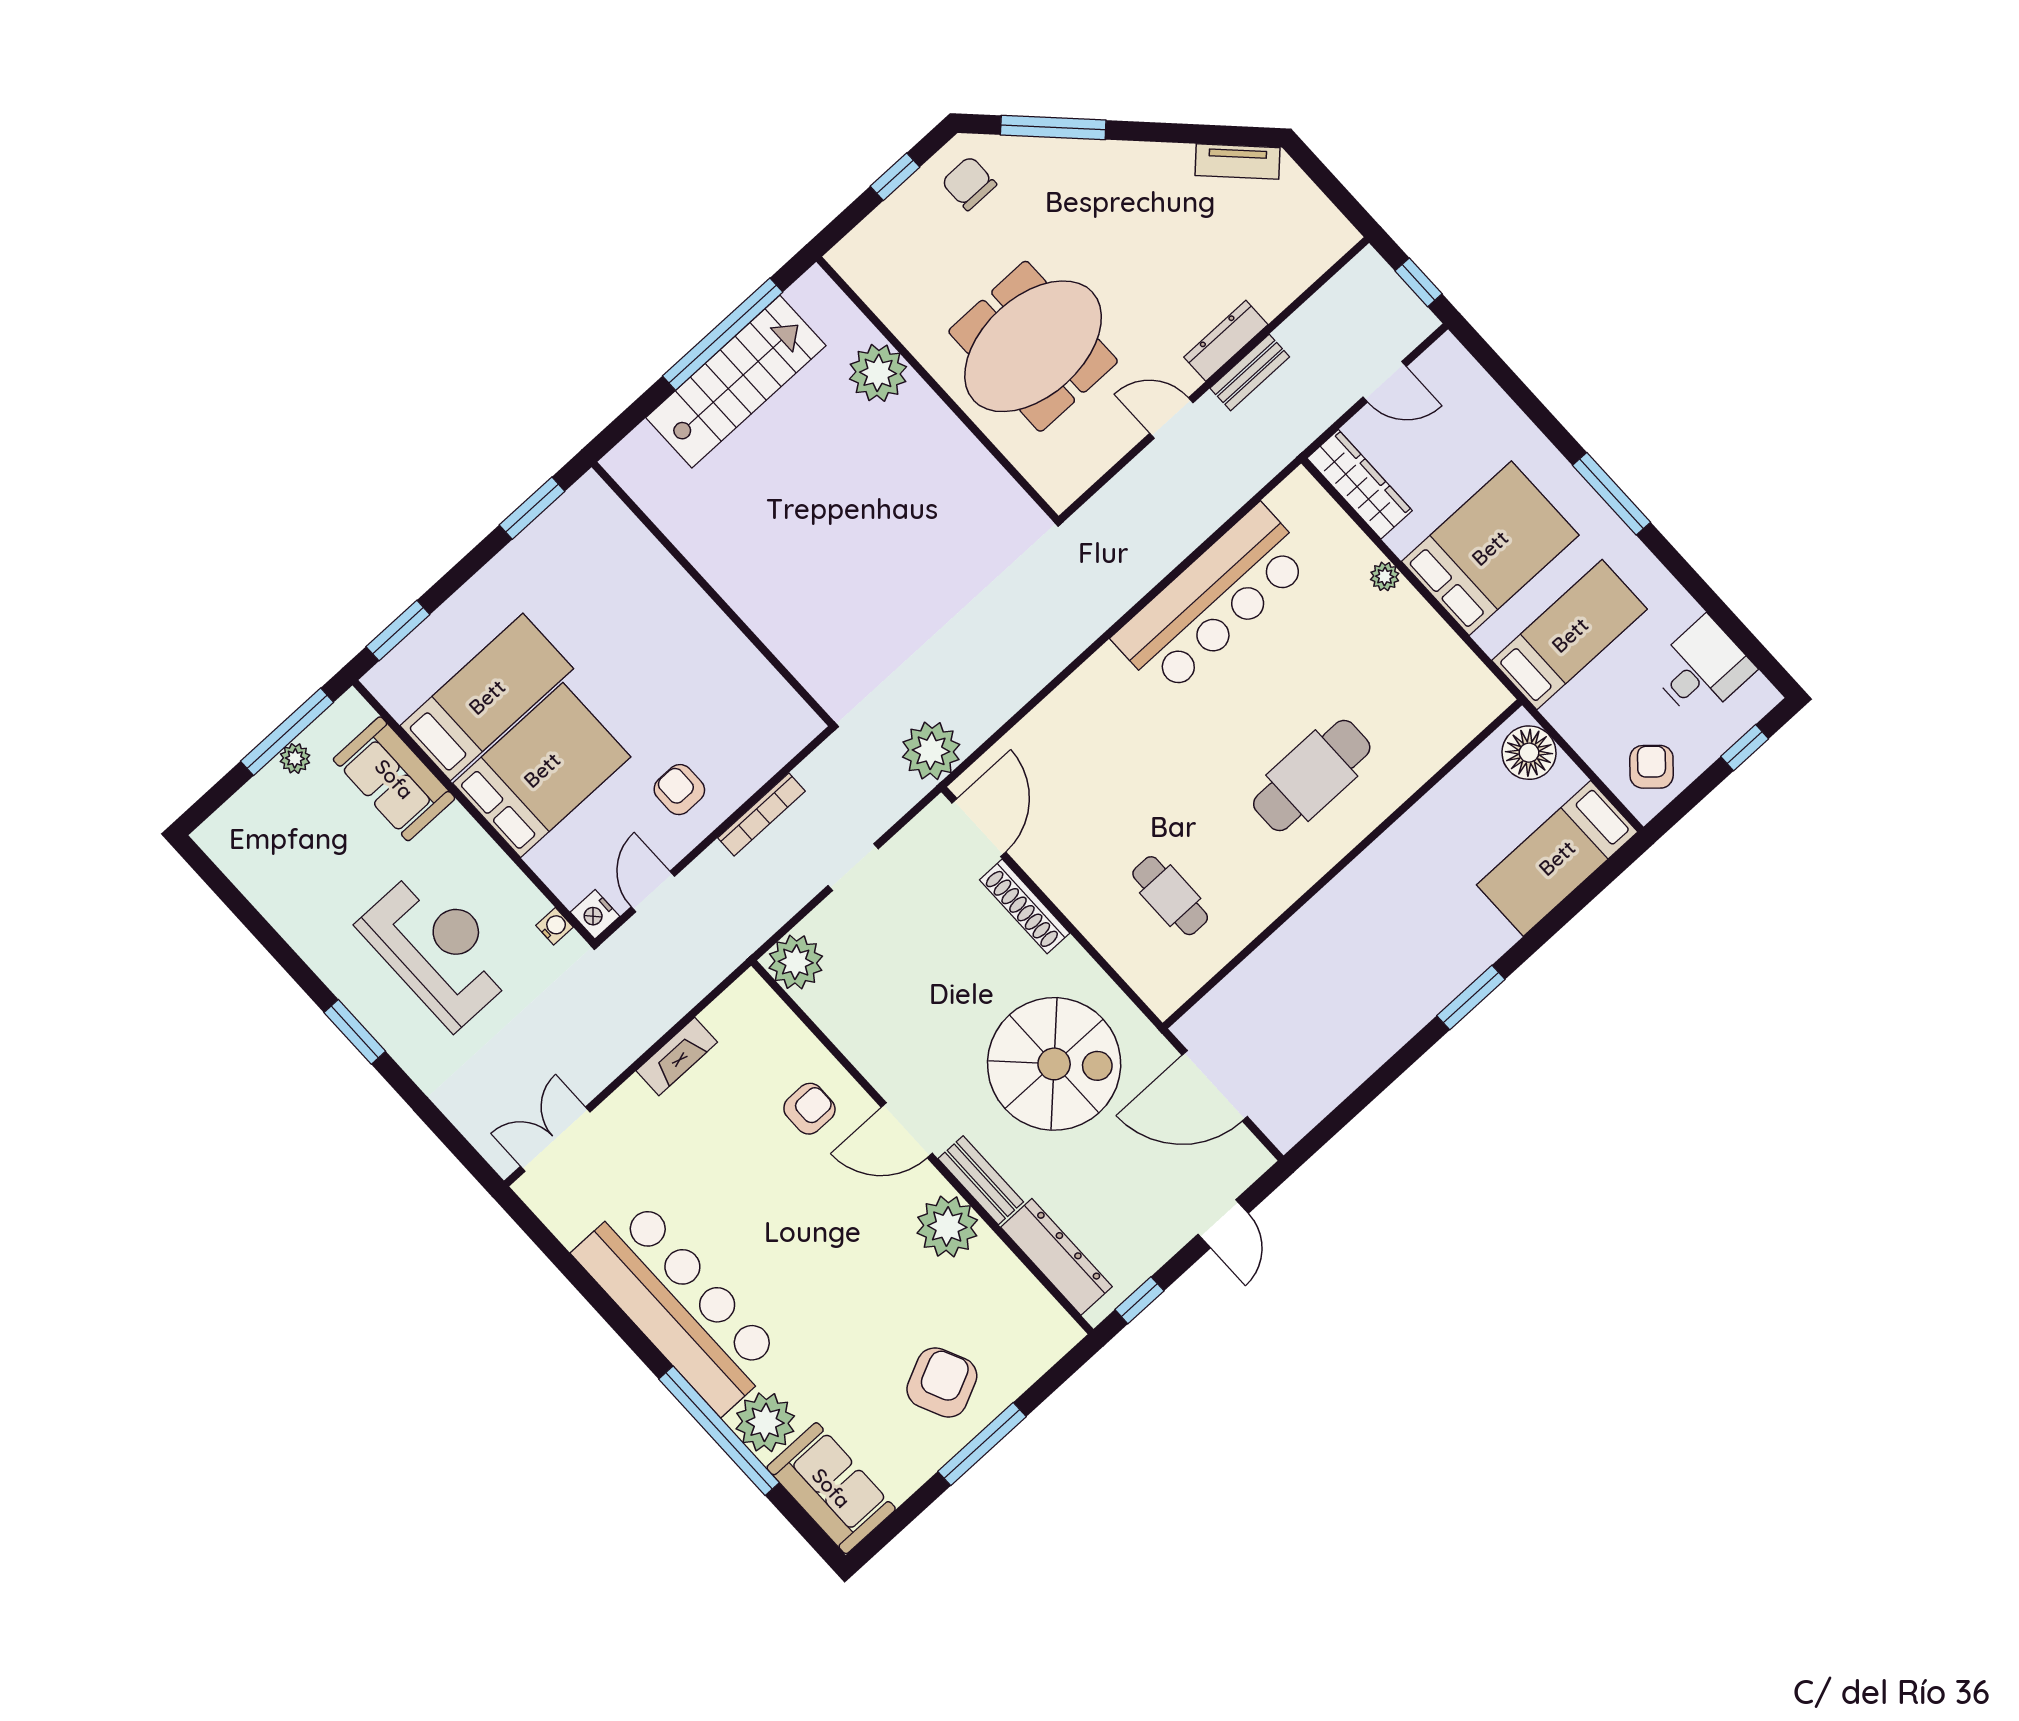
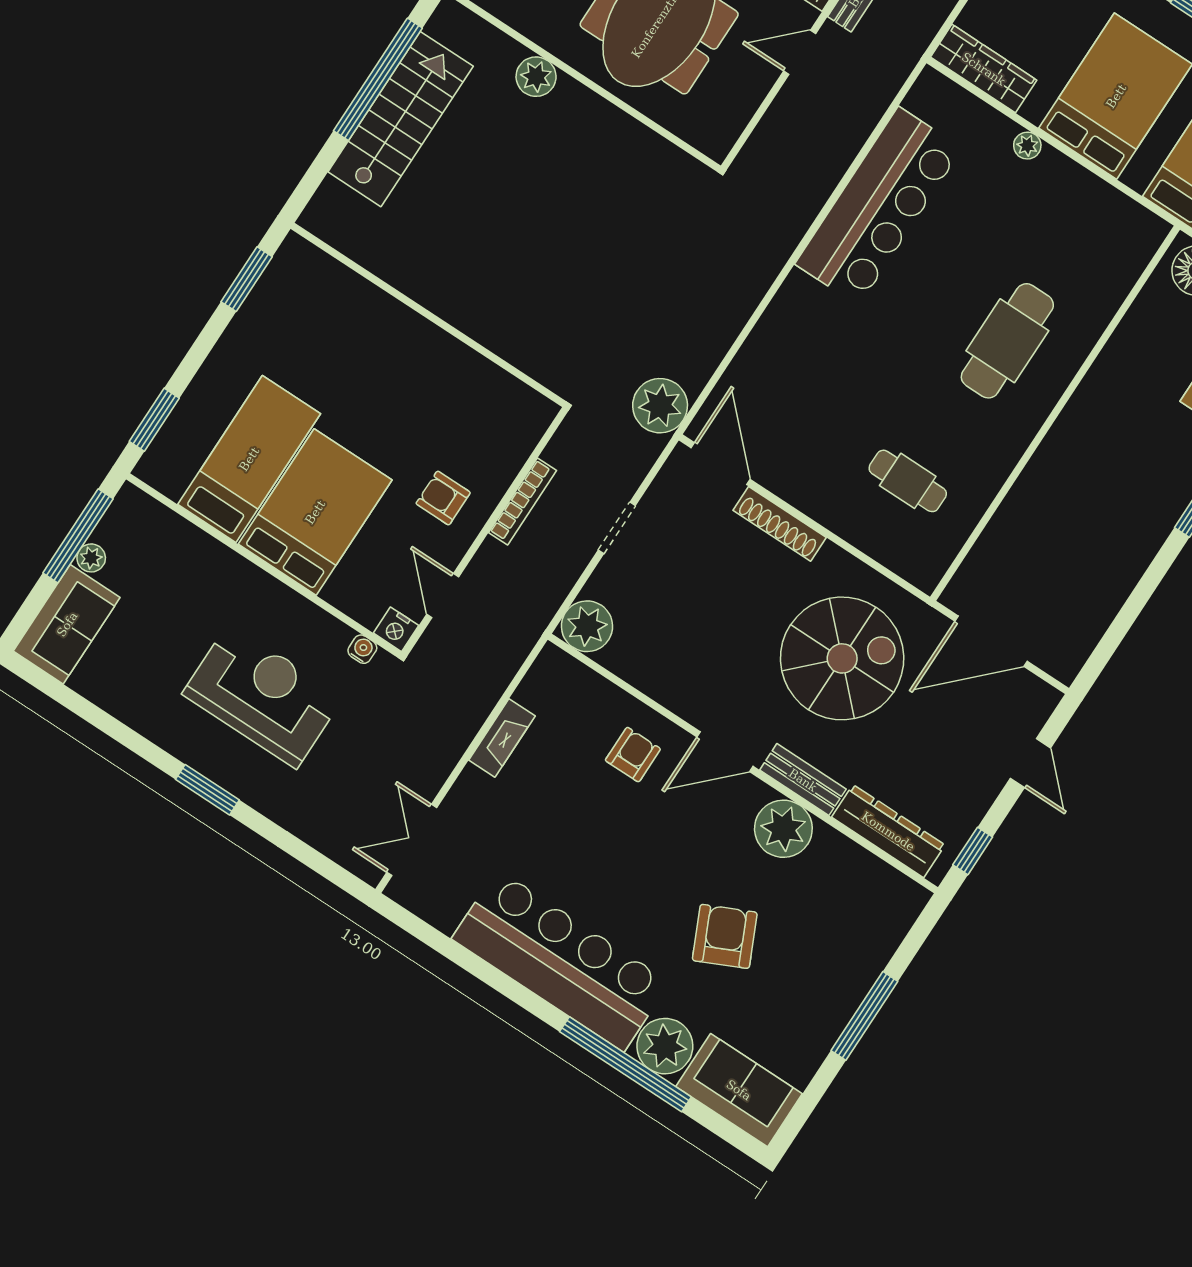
plant: (878, 373) -> (536, 77), width x0.73, depth x0.73
sofa: (394, 779) -> (67, 624), moved, turned -90
armchair: (942, 1383) -> (725, 936), moved

